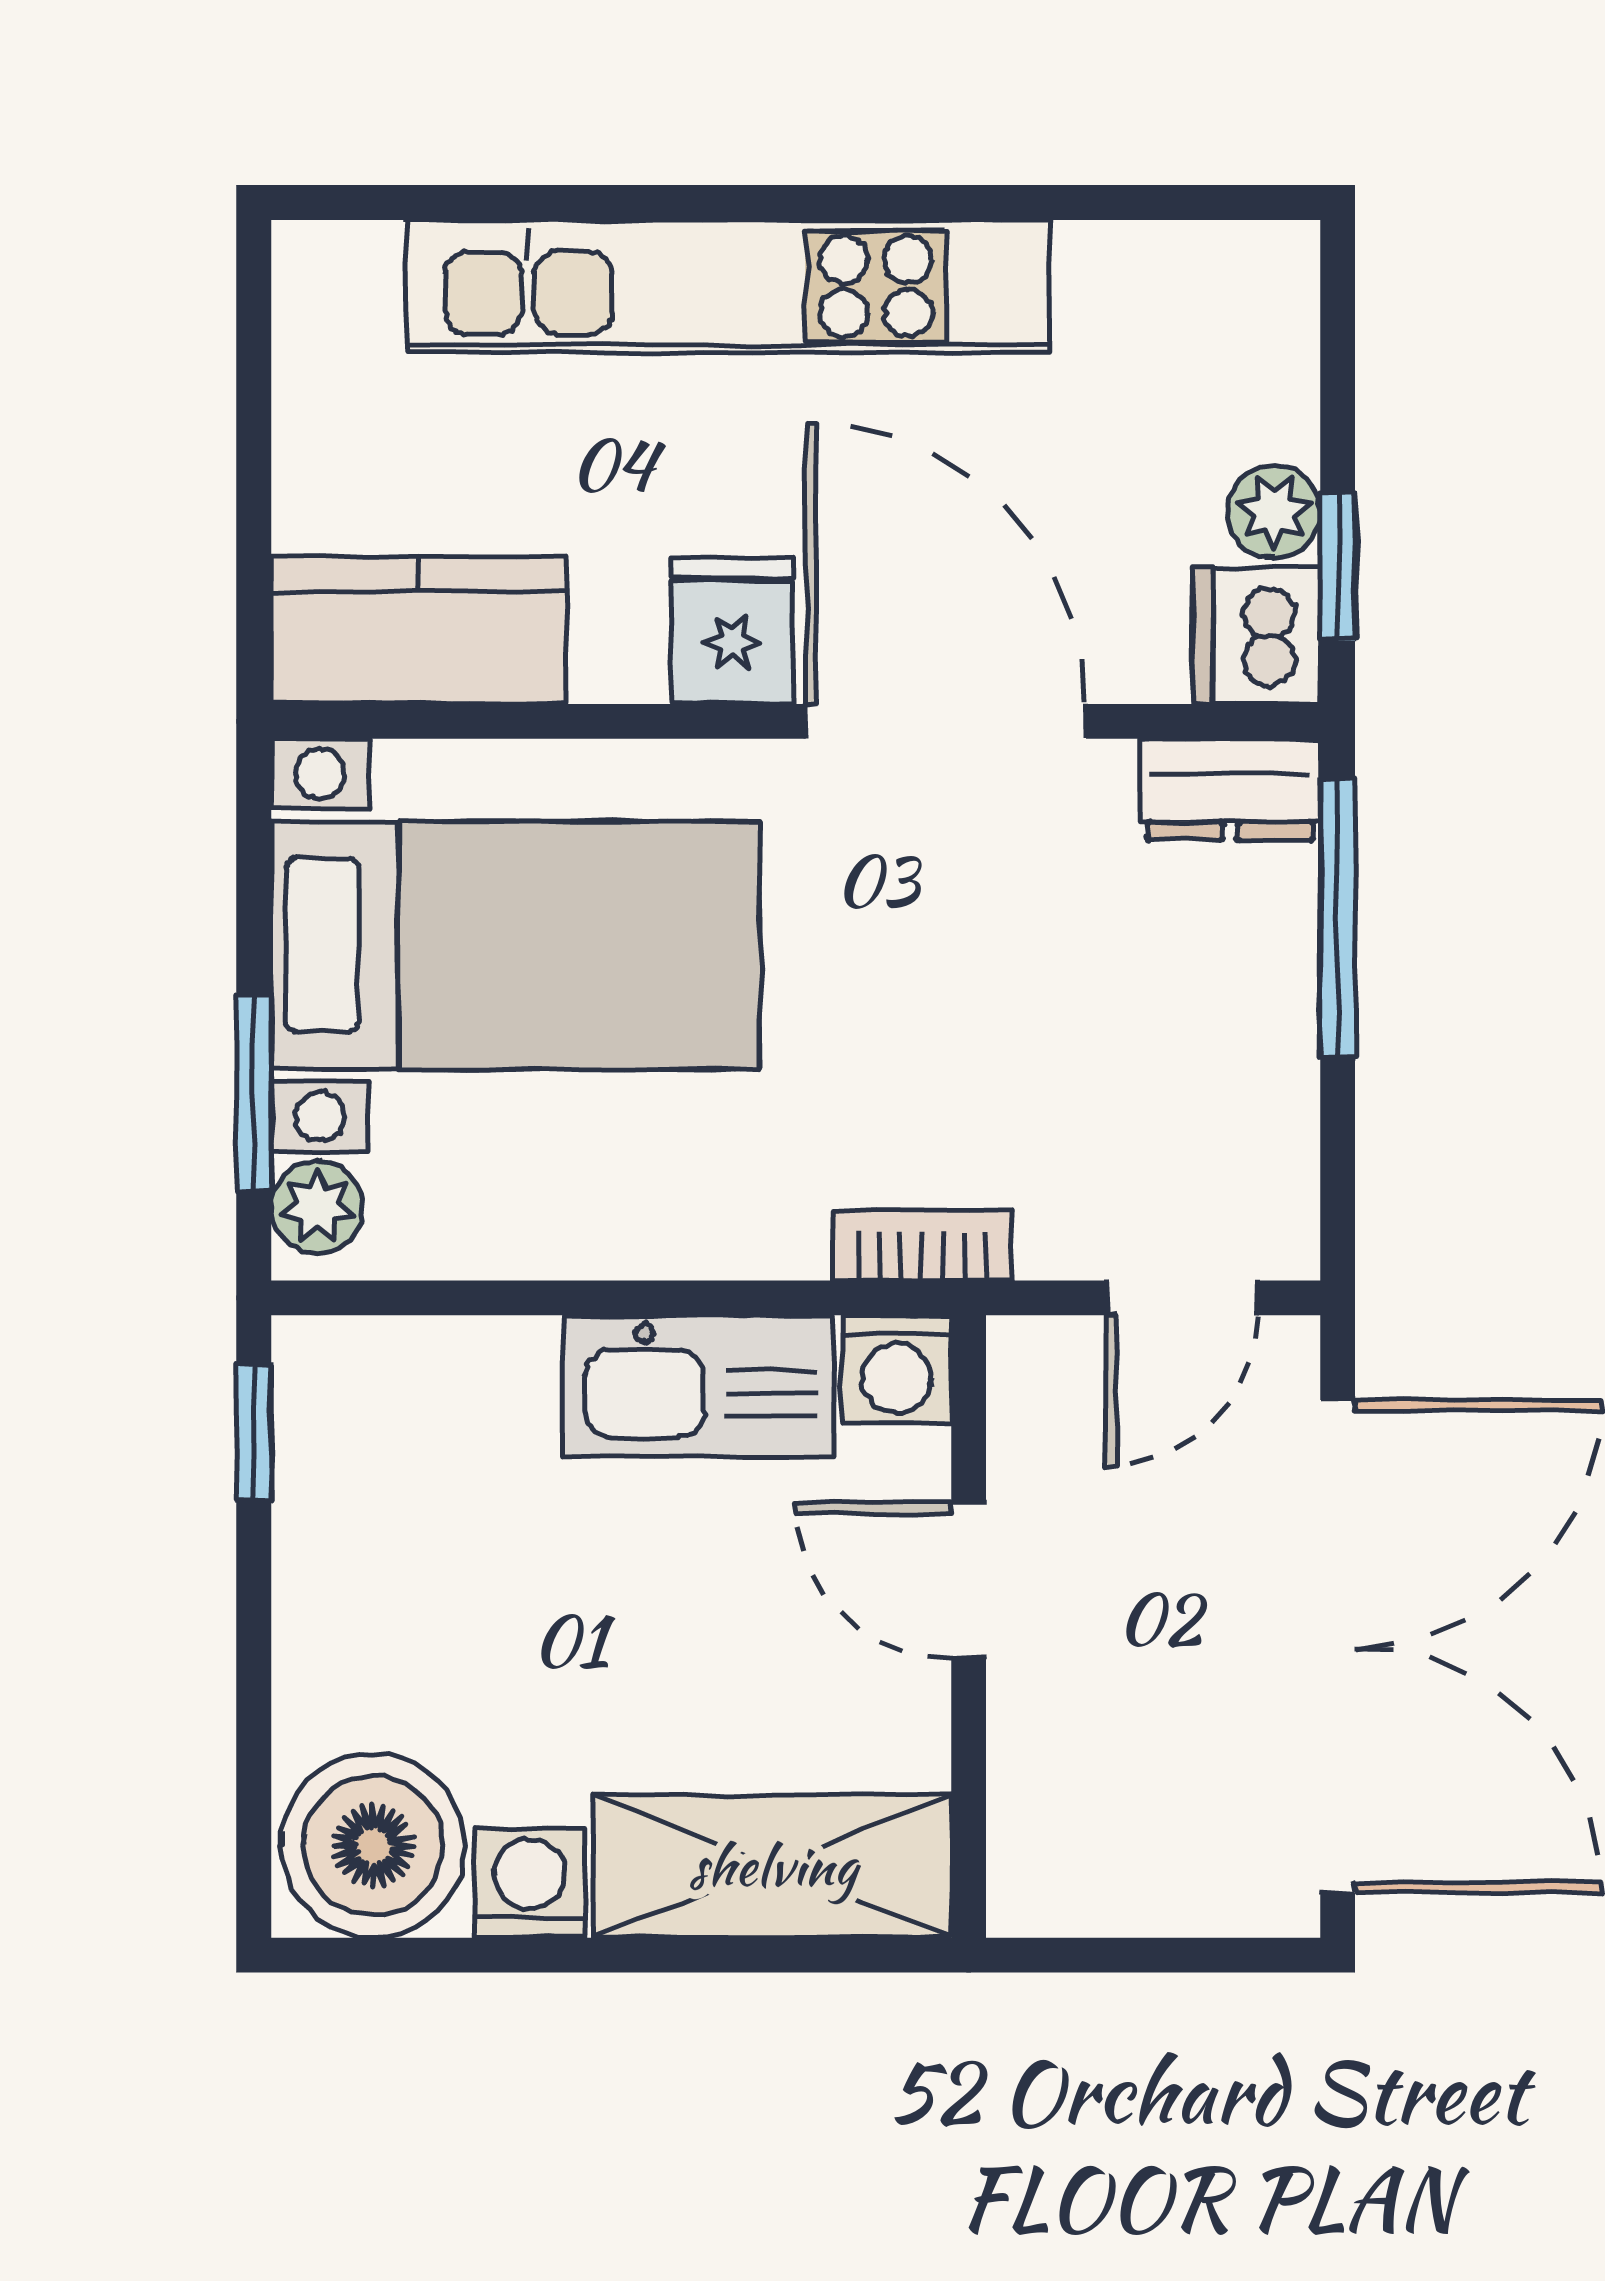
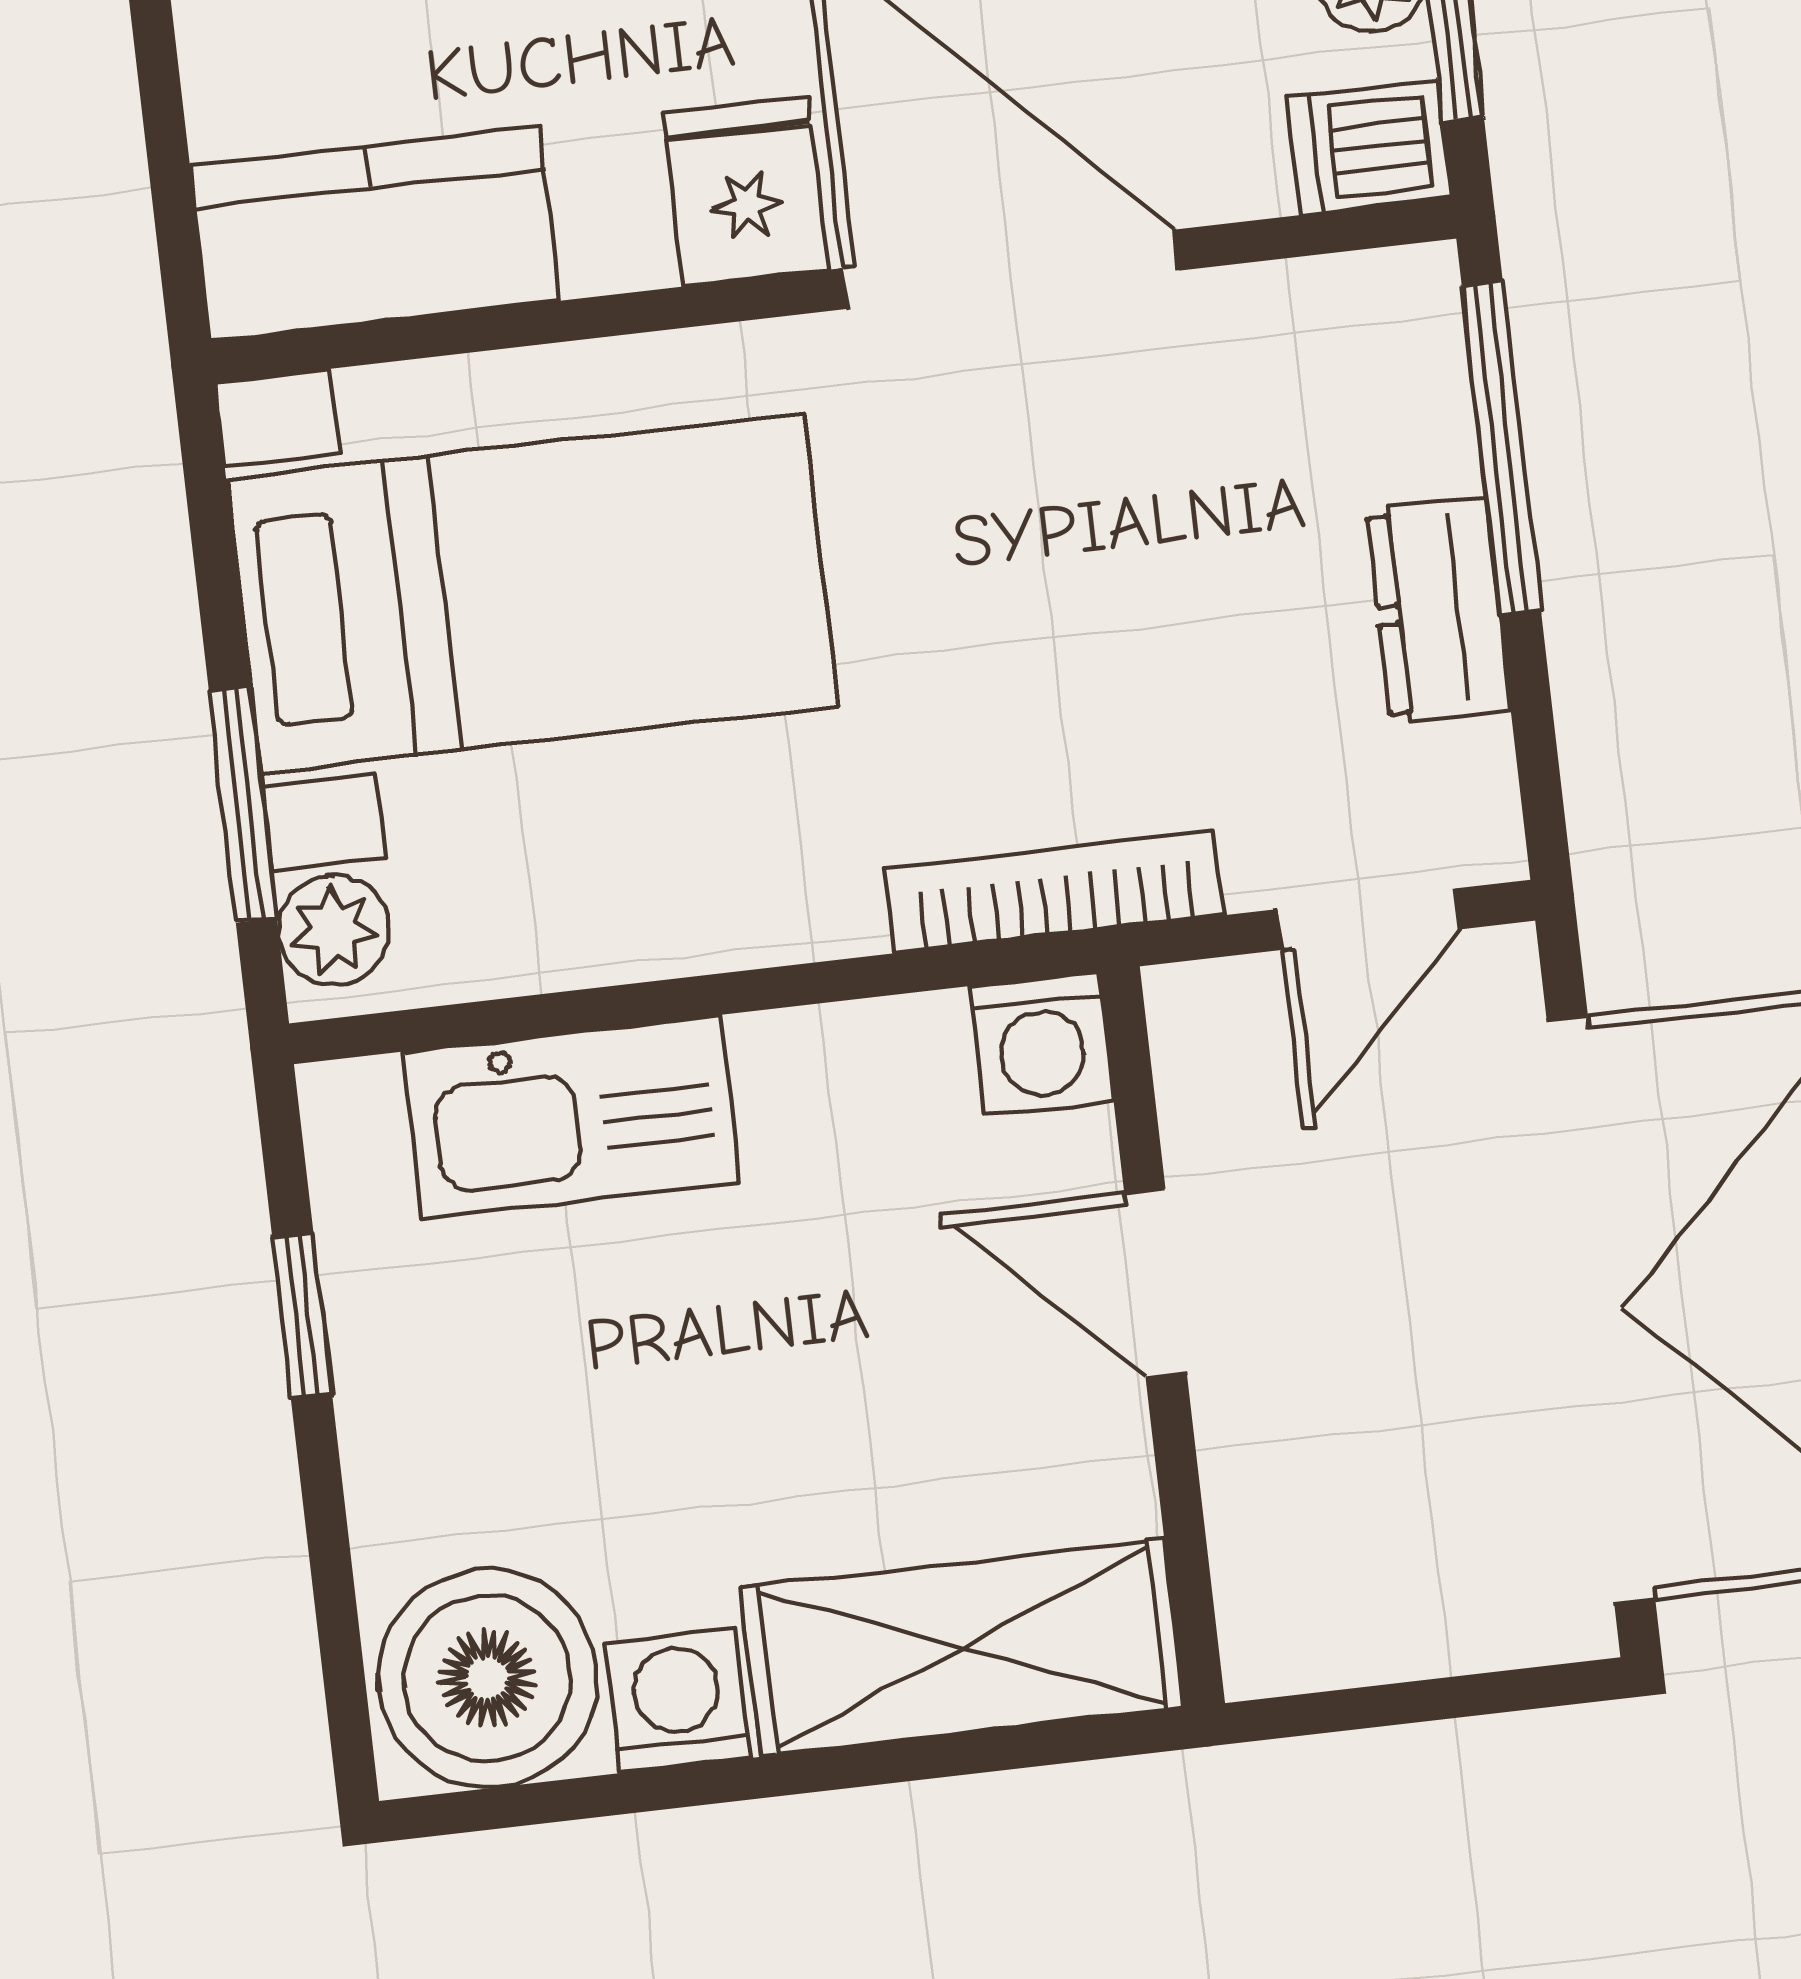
dishwasher: (1256, 636) -> (1369, 148), width x0.73
dresser: (1230, 789) -> (1438, 610), moved, turned 90
bookcase: (922, 1245) -> (1055, 892), width x1.56
kitchen sink: (698, 1386) -> (571, 1117), moved
window: (254, 1432) -> (302, 1316), moved

